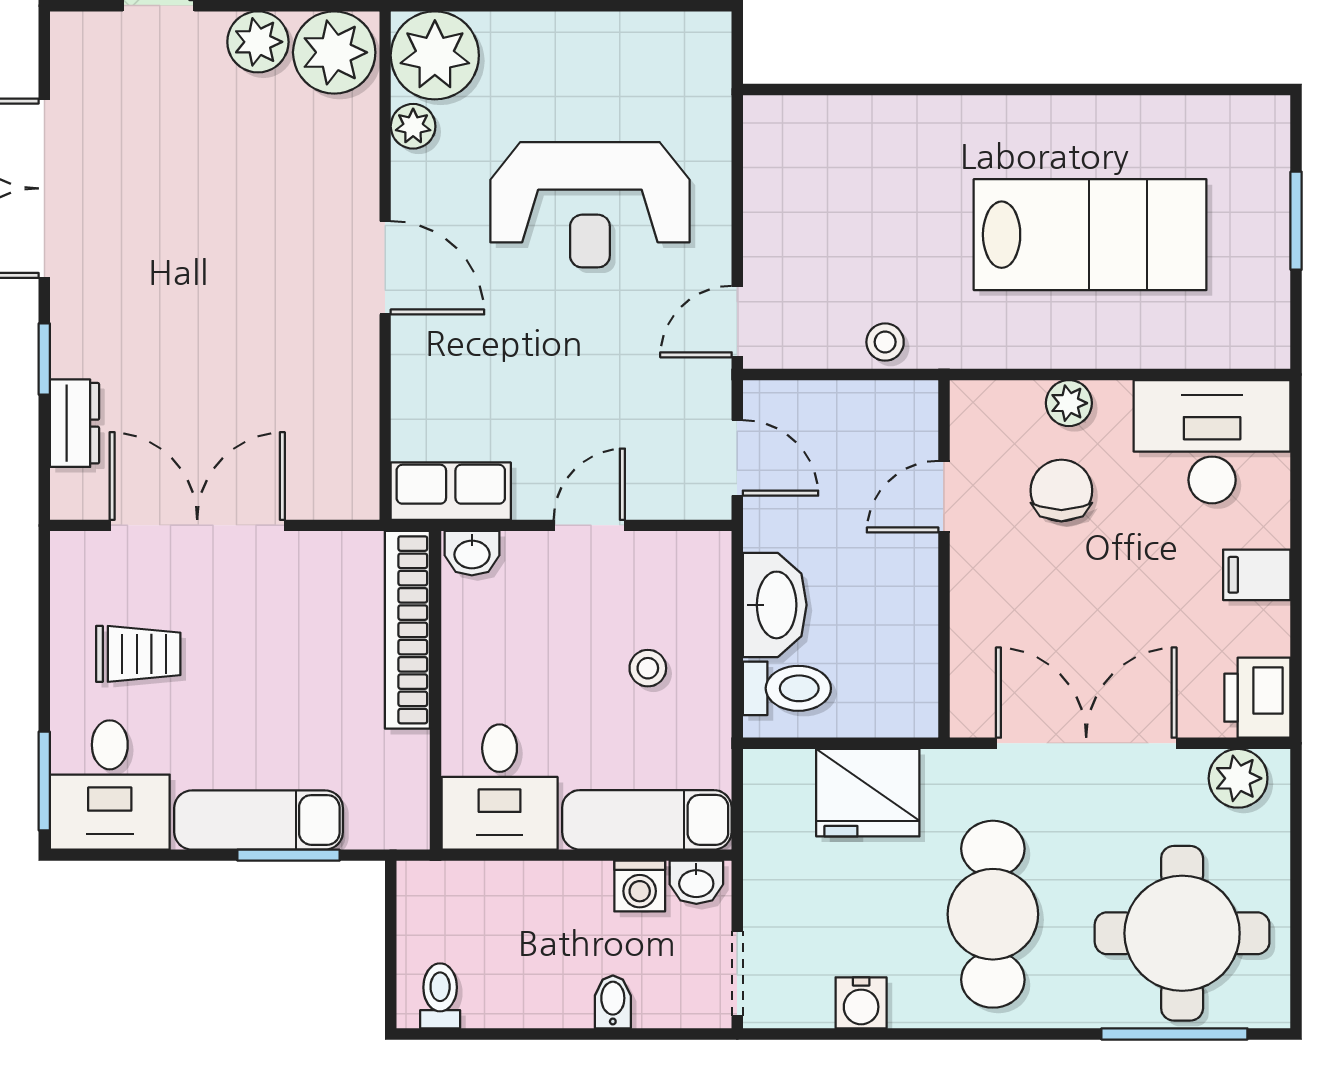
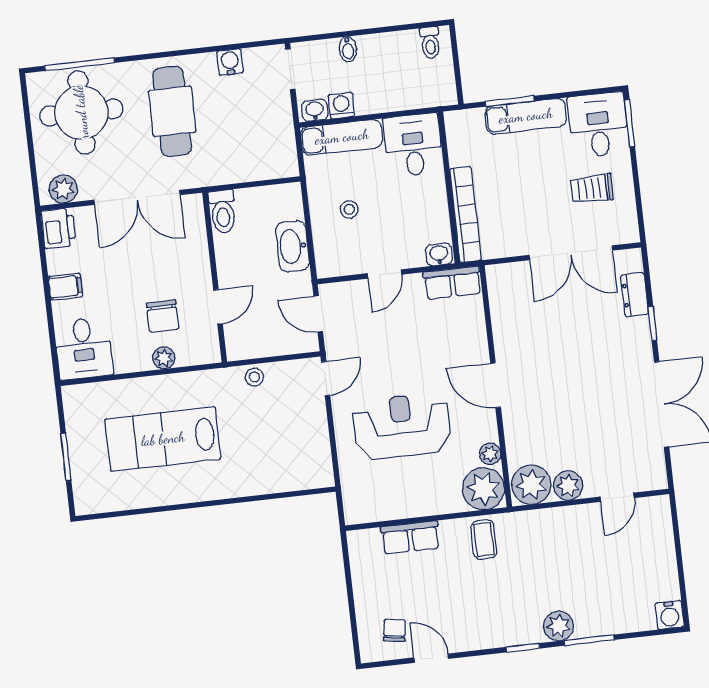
desk: (1212, 442) -> (84, 348), width x0.73
toilet: (787, 688) -> (223, 212), moved, turned -90
fridge: (868, 793) -> (238, 162), removed

